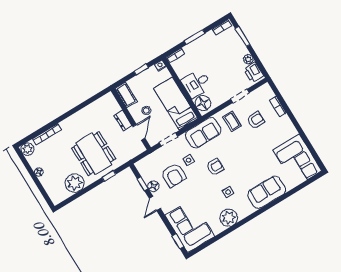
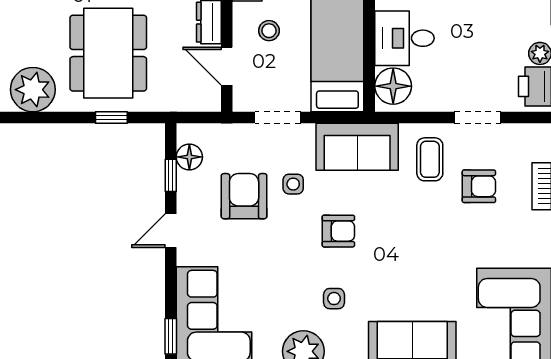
door: (139, 132) -> (227, 66), swing flipped
armchair: (174, 175) -> (244, 196), turned 180
floor lamp: (153, 186) -> (189, 157), moved

